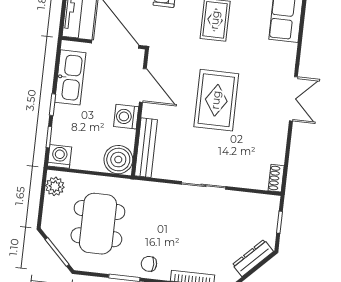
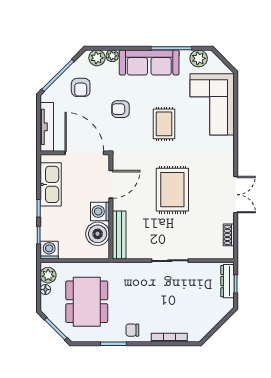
door: (143, 85) -> (111, 184), hinge flipped
double door: (293, 99) -> (236, 195), moved
boiler: (118, 160) -> (98, 234), moved
shoe rack: (276, 178) -> (229, 235), moved
floor lamp: (50, 203) -> (45, 290), added
dresser: (253, 258) -> (228, 281), moved, turned -45

